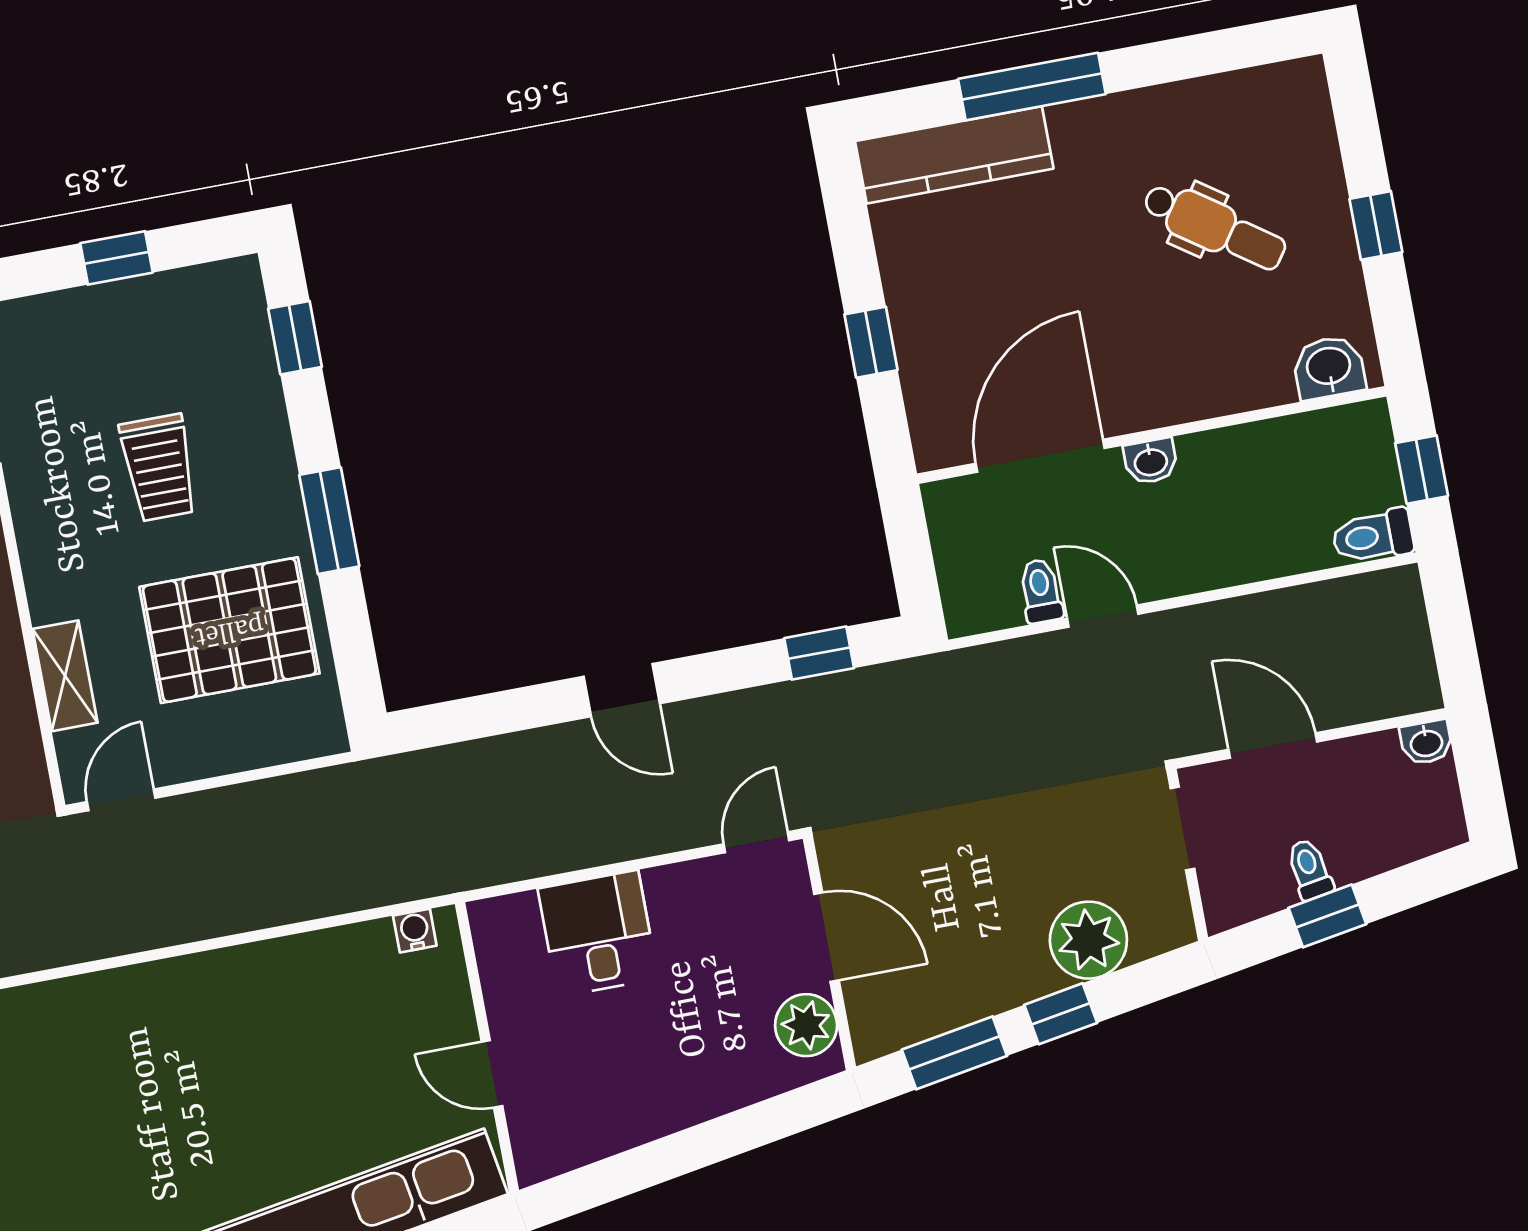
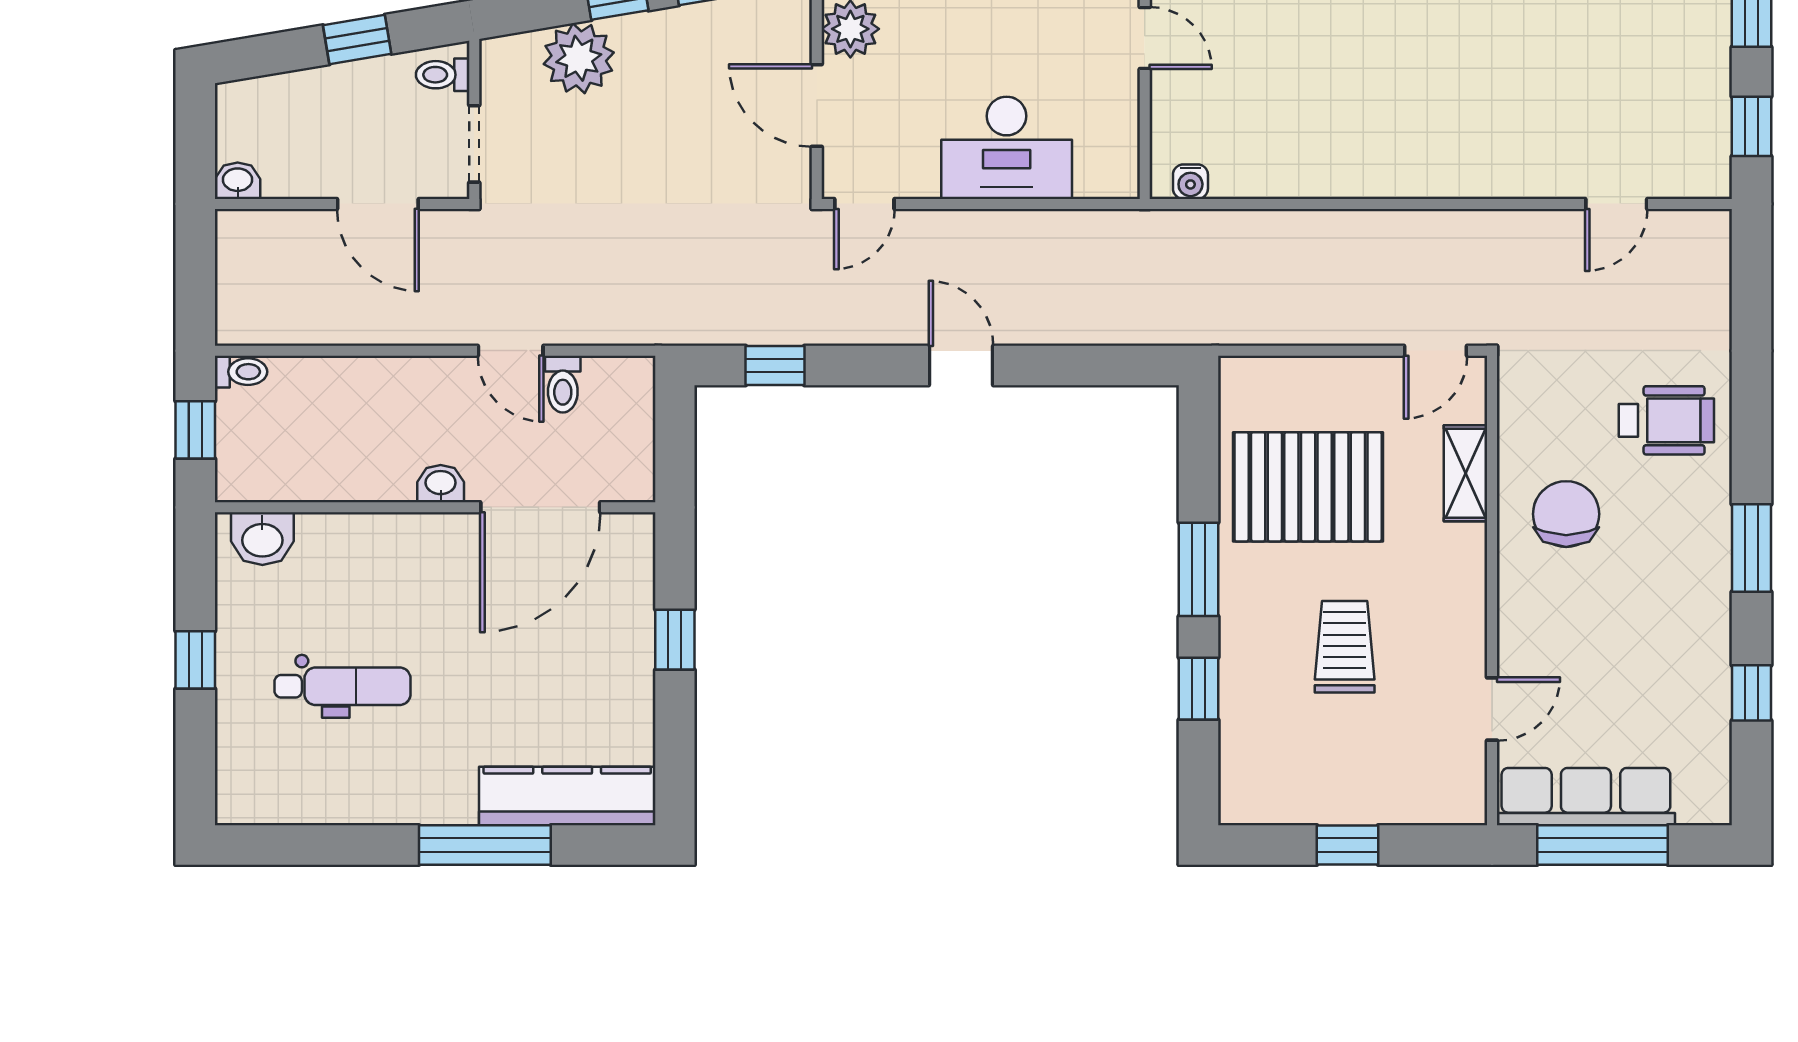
dental chair: (1214, 227) -> (343, 686), turned 145
window: (295, 338) -> (1198, 689), moved
toilet: (1373, 536) -> (241, 372), width x0.73, depth x0.72
toilet: (1310, 869) -> (443, 75), moved, turned 100
desk: (598, 934) -> (1007, 148), width x1.37

